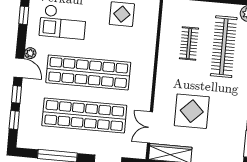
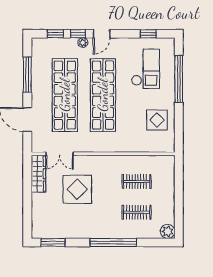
checkout: (63, 22) -> (145, 69), turned 180
clothes rail: (224, 47) -> (137, 212), width x0.54, depth x0.76
plant: (30, 53) -> (83, 43), moved
double door: (150, 127) -> (60, 154), swing flipped

